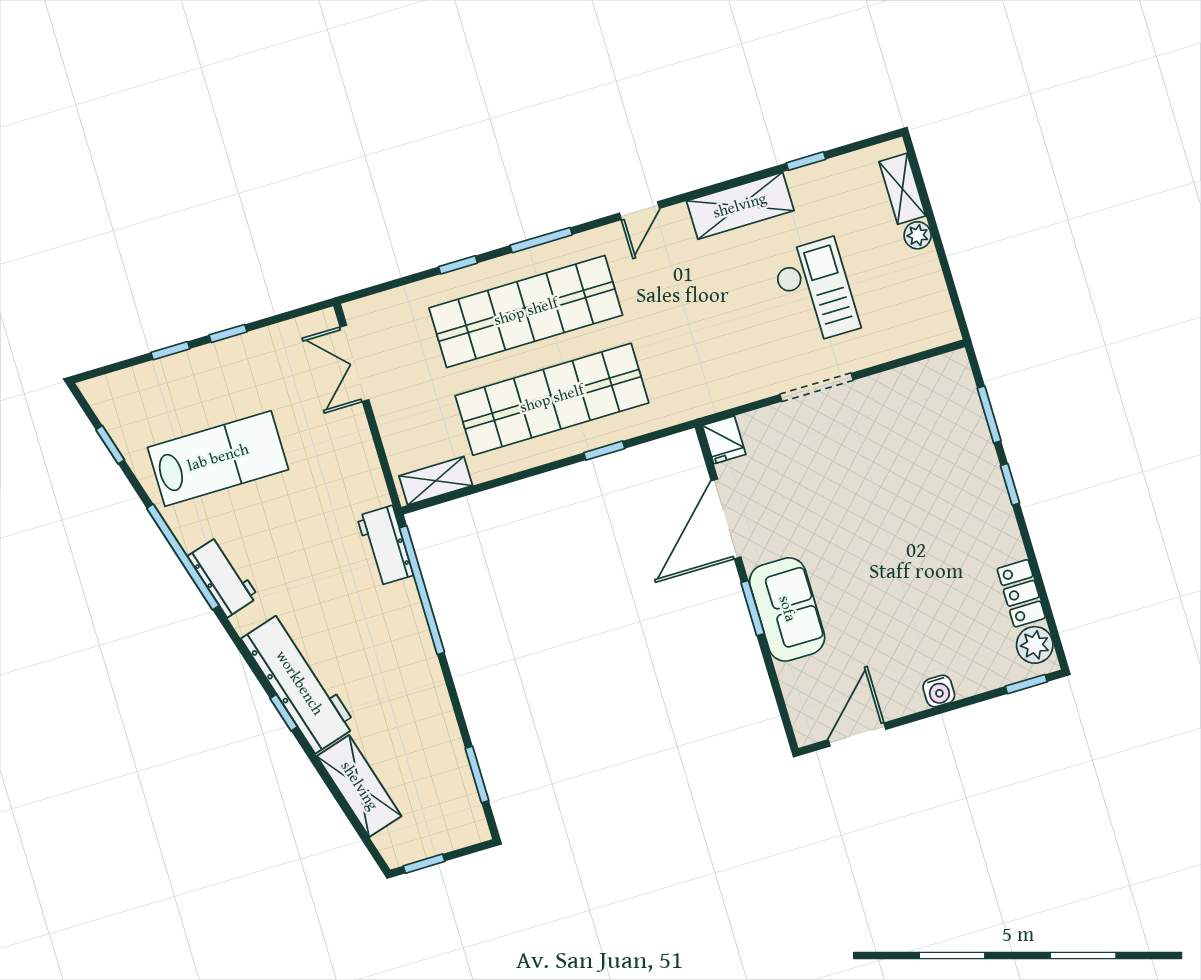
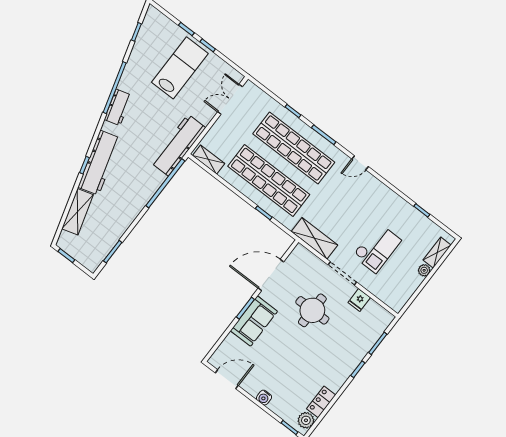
shelving: (740, 206) -> (314, 238), moved
fridge: (724, 440) -> (359, 300), moved
lab bench: (218, 458) -> (180, 68), moved, turned -90
round table: (844, 490) -> (312, 310), added
workbench: (385, 546) -> (178, 145), width x1.88, depth x1.32

